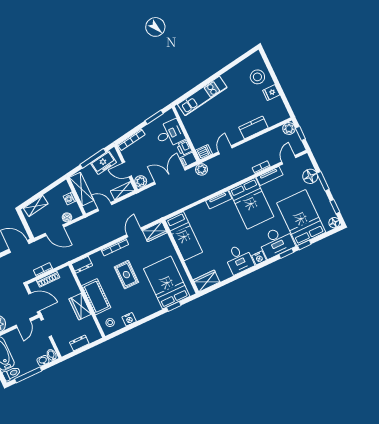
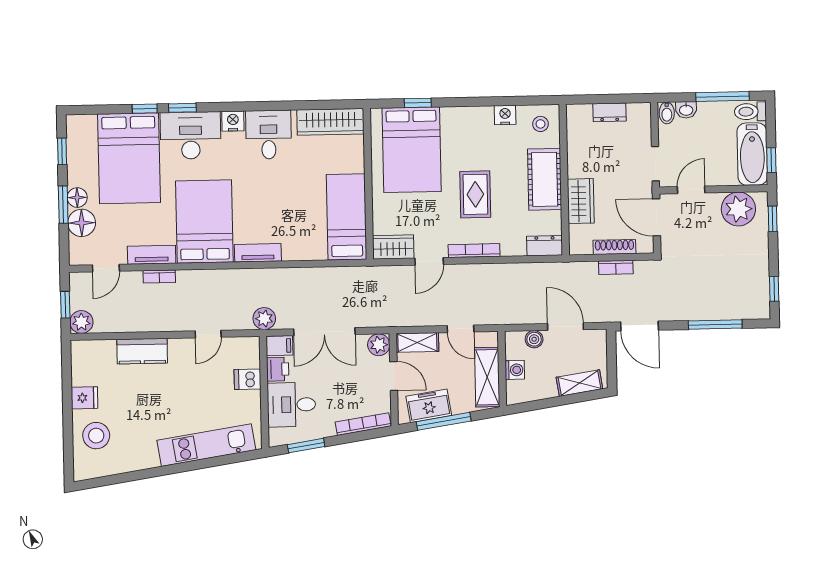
dishwasher: (204, 152) -> (247, 379), moved
floor lamp: (334, 223) -> (77, 198), moved
wardrobe: (207, 281) -> (331, 122), width x1.50
wardrobe: (80, 307) -> (581, 201), moved

